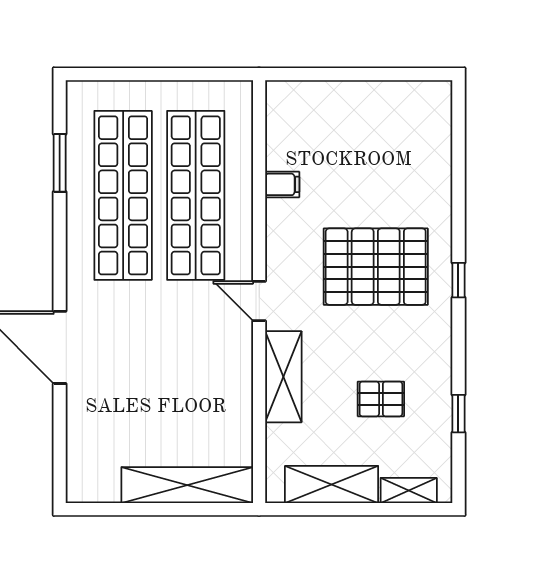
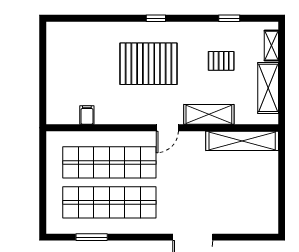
filing cabinet: (282, 184) -> (87, 115), moved
pallet: (376, 267) -> (149, 64), turned 90
pallet: (381, 399) -> (221, 61), turned 90
shelving: (187, 485) -> (242, 141), moved, turned 90

